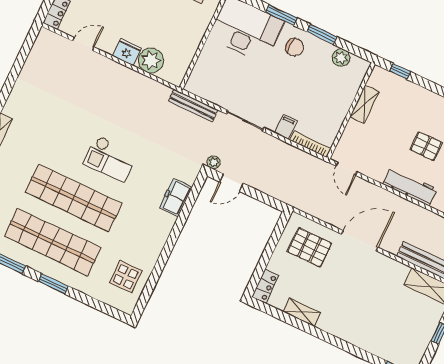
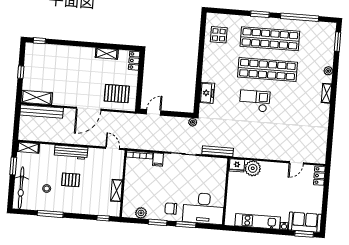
fridge: (127, 52) -> (237, 165), moved
door: (231, 183) -> (154, 112), moved

